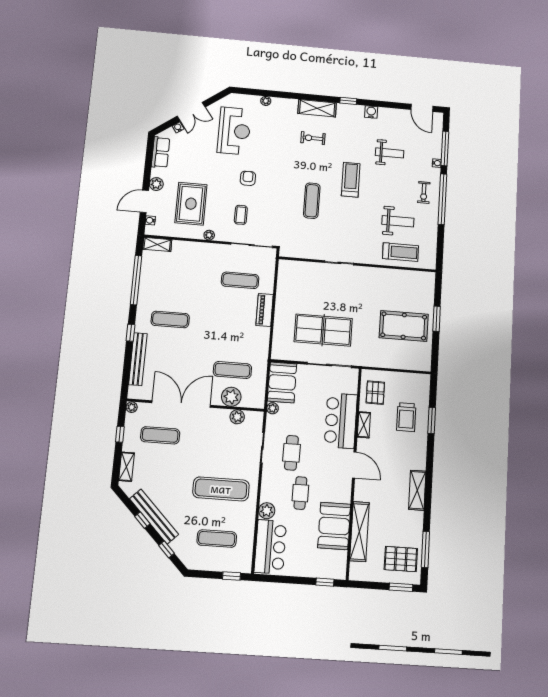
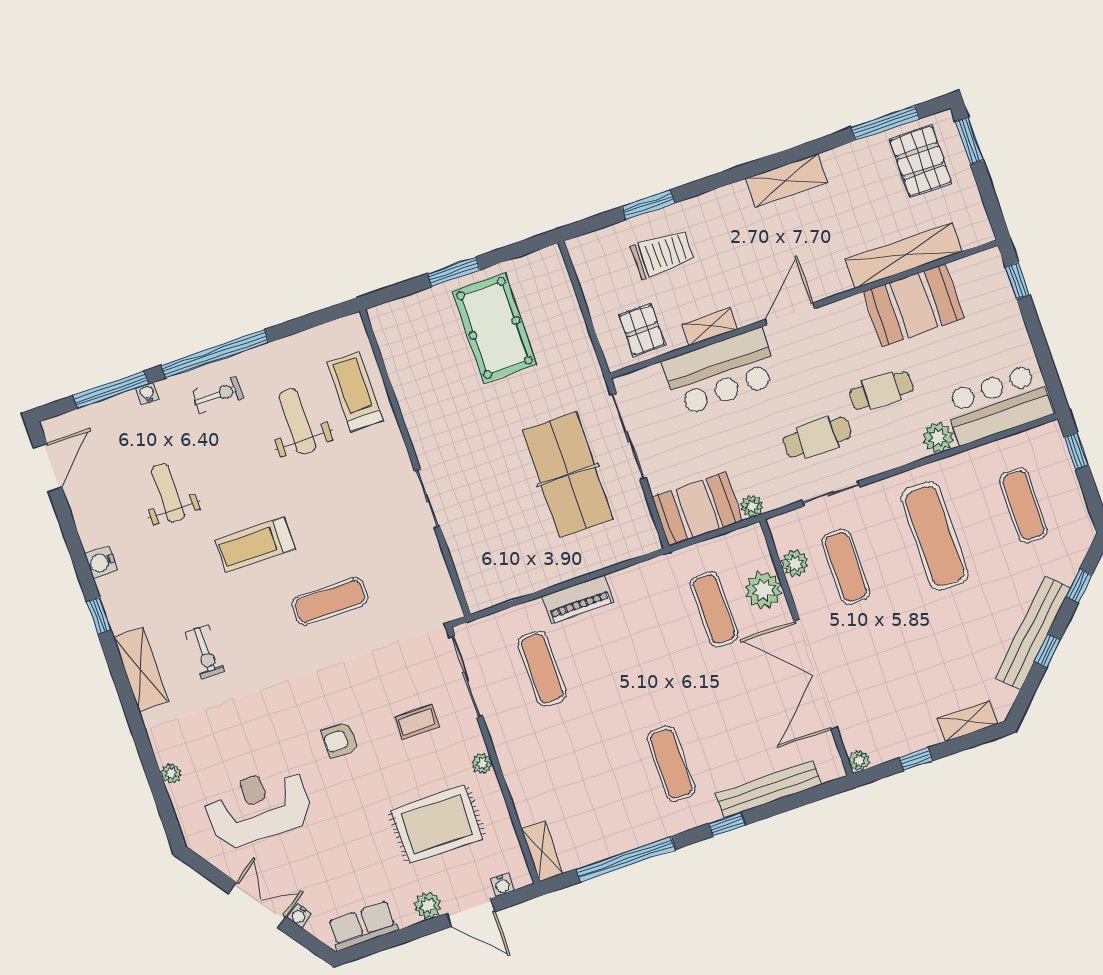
pallet: (375, 393) -> (642, 330), turned 90
exercise mat: (160, 435) -> (846, 567), moved

